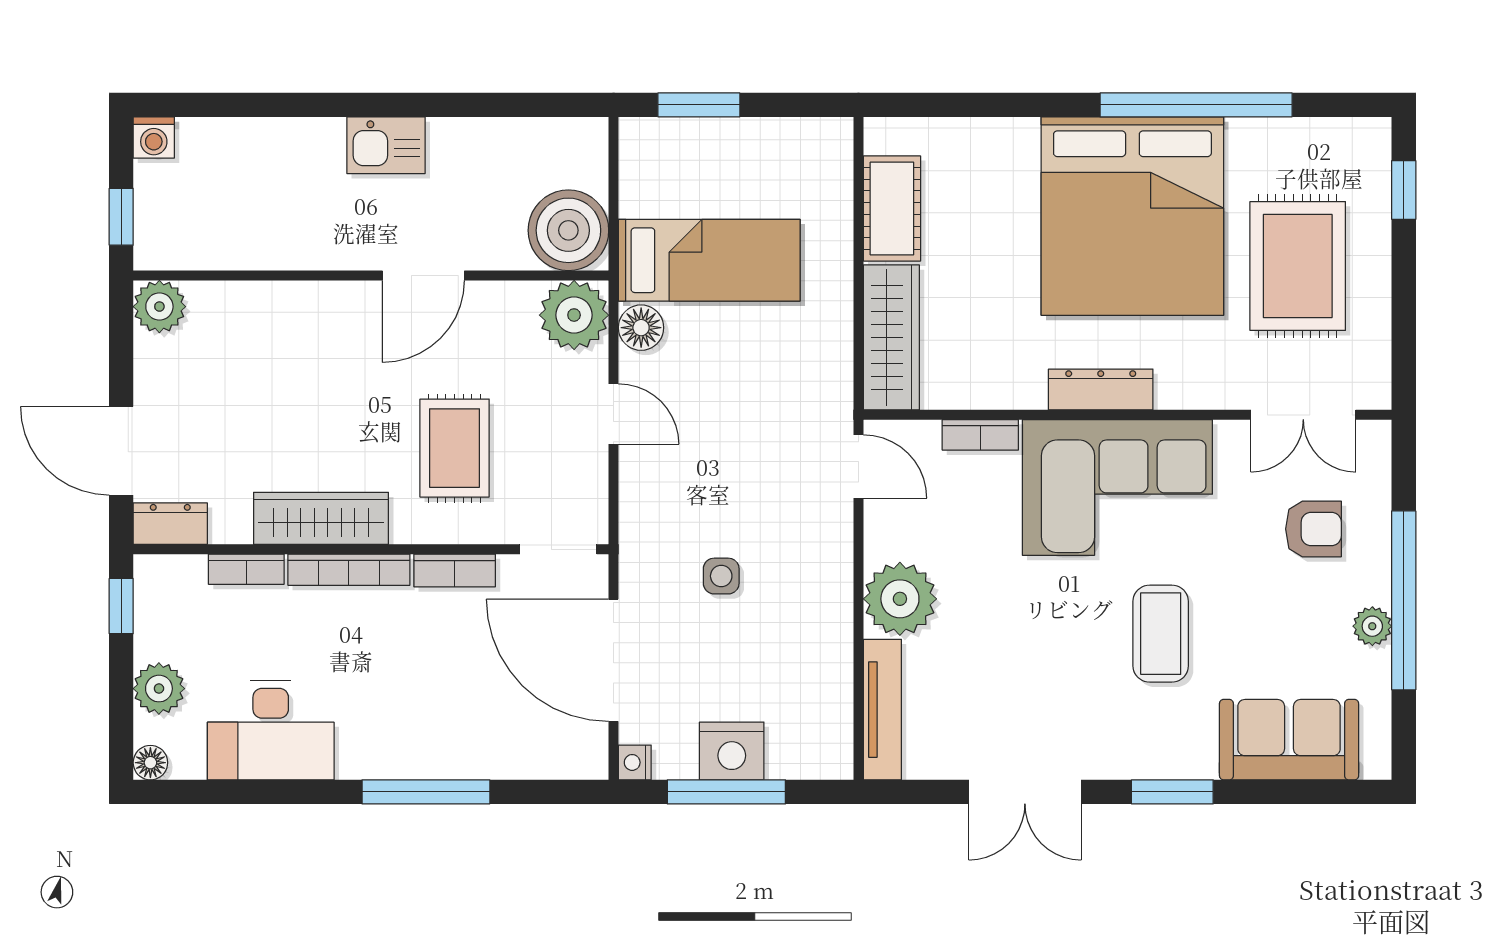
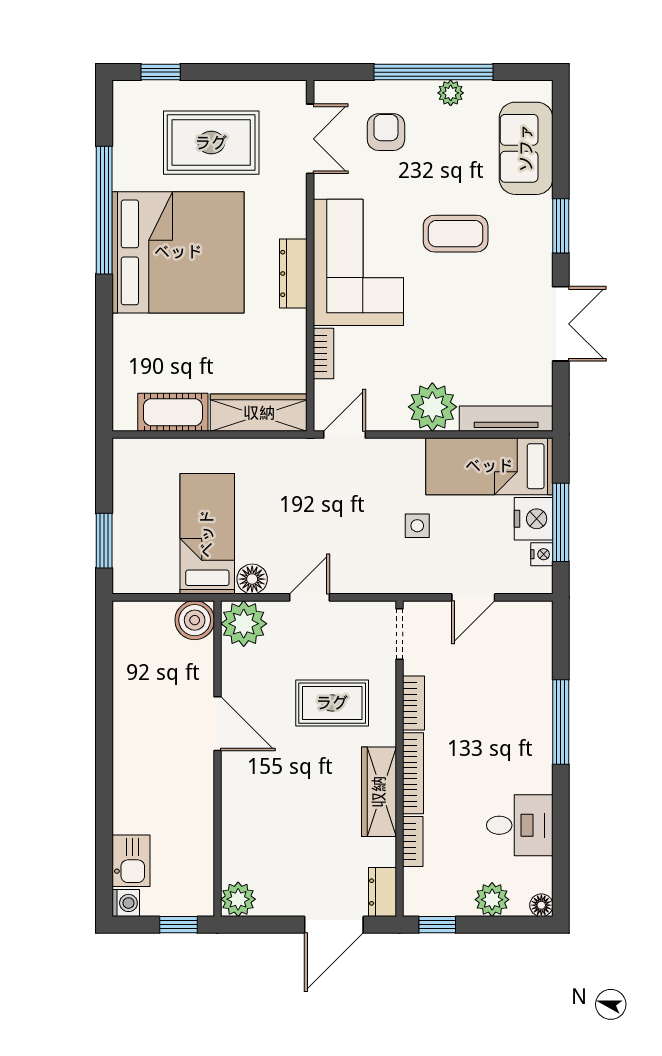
kitchen sink: (386, 145) -> (131, 861), moved
boiler: (568, 230) -> (195, 620), width x0.73, depth x0.73
door: (614, 660) -> (473, 597), width x0.53
bed: (811, 684) -> (489, 466), added
desk: (271, 730) -> (520, 825), width x0.73
nightstand: (635, 762) -> (542, 554), moved, turned -90

